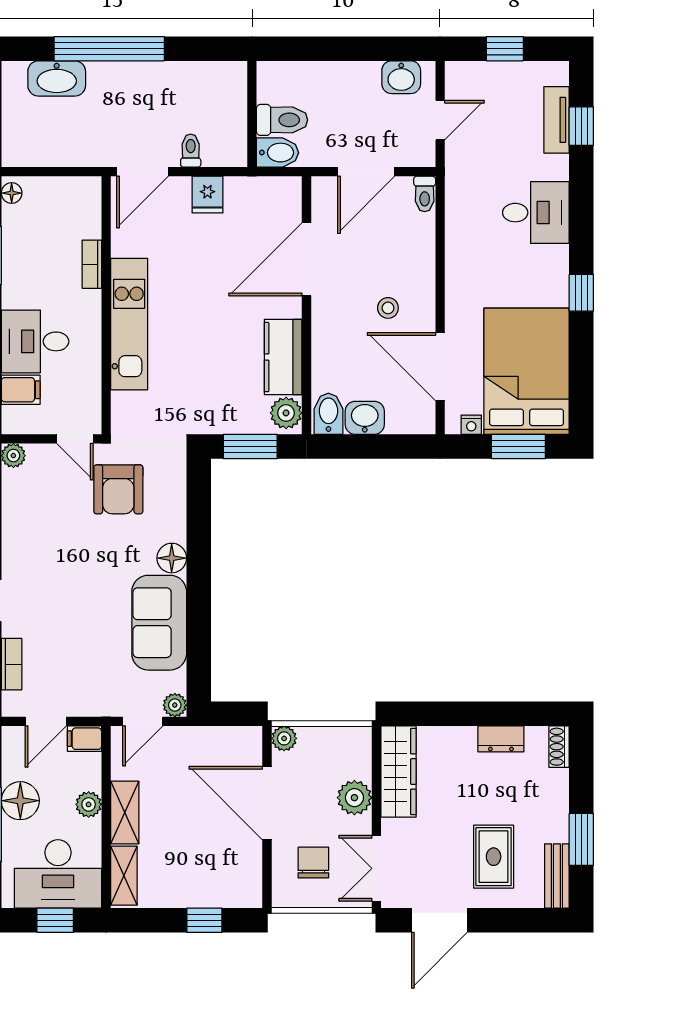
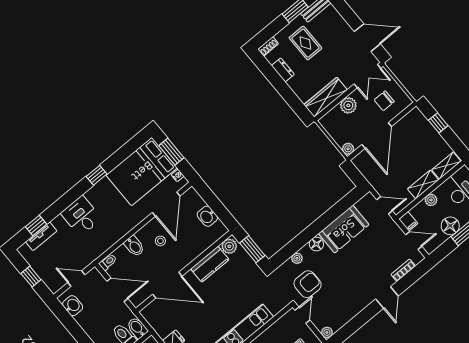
bidet: (328, 414) -> (134, 246), moved, turned -90
plant: (175, 705) -> (297, 258), moved
rug: (494, 857) -> (305, 43), moved, turned 90

